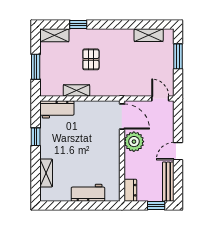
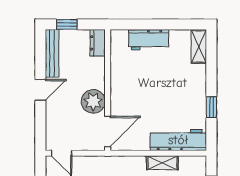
workbench: (57, 109) -> (178, 140), width x1.37
door: (122, 117) -> (108, 131), swing flipped
shelving: (46, 173) -> (199, 46), moved

